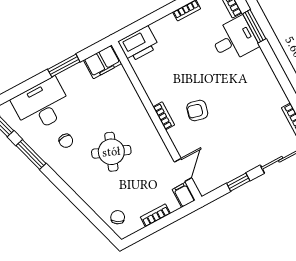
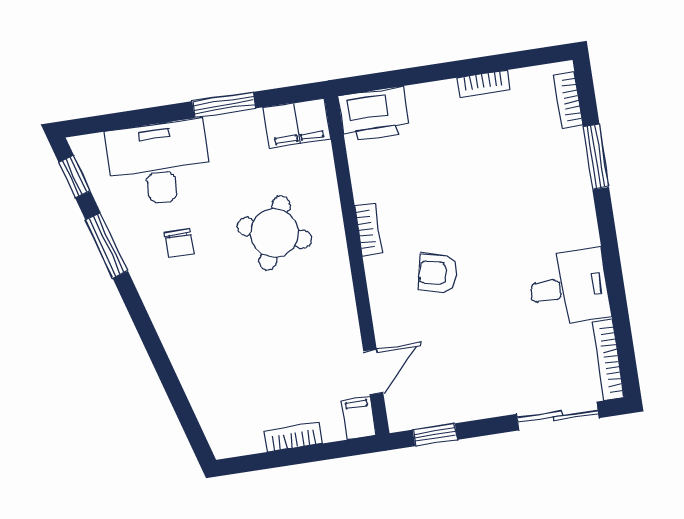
desk: (234, 40) -> (569, 288), moved
bookcase: (164, 116) -> (369, 229), moved
round table: (111, 152) -> (274, 233), moved
window: (238, 182) -> (435, 435), moved
chair: (118, 217) -> (224, 416), removed

